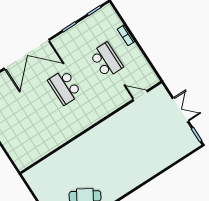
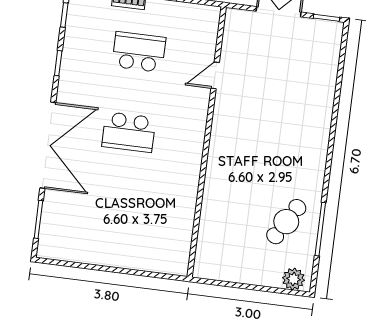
door: (140, 96) -> (215, 75), moved

